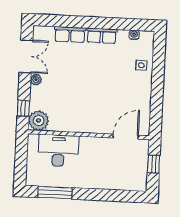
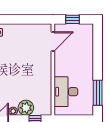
plant: (39, 120) -> (26, 108), moved
door: (126, 137) -> (53, 41), swing flipped

